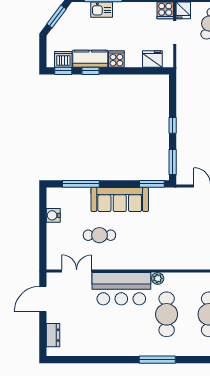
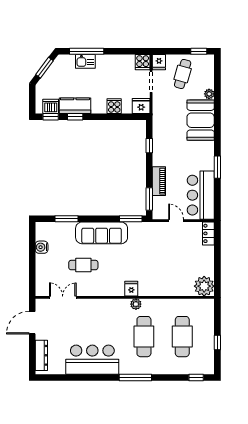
cooker: (116, 59) -> (114, 106), moved
fridge: (152, 59) -> (141, 106), moved
window: (173, 125) -> (149, 146), moved
piano: (183, 142) -> (159, 181), added
window: (81, 184) -> (66, 219), width x0.69
fridge: (153, 261) -> (131, 289), added
bar counter: (121, 289) -> (92, 360), moved, turned 180
dresser: (53, 335) -> (41, 355), width x1.44

